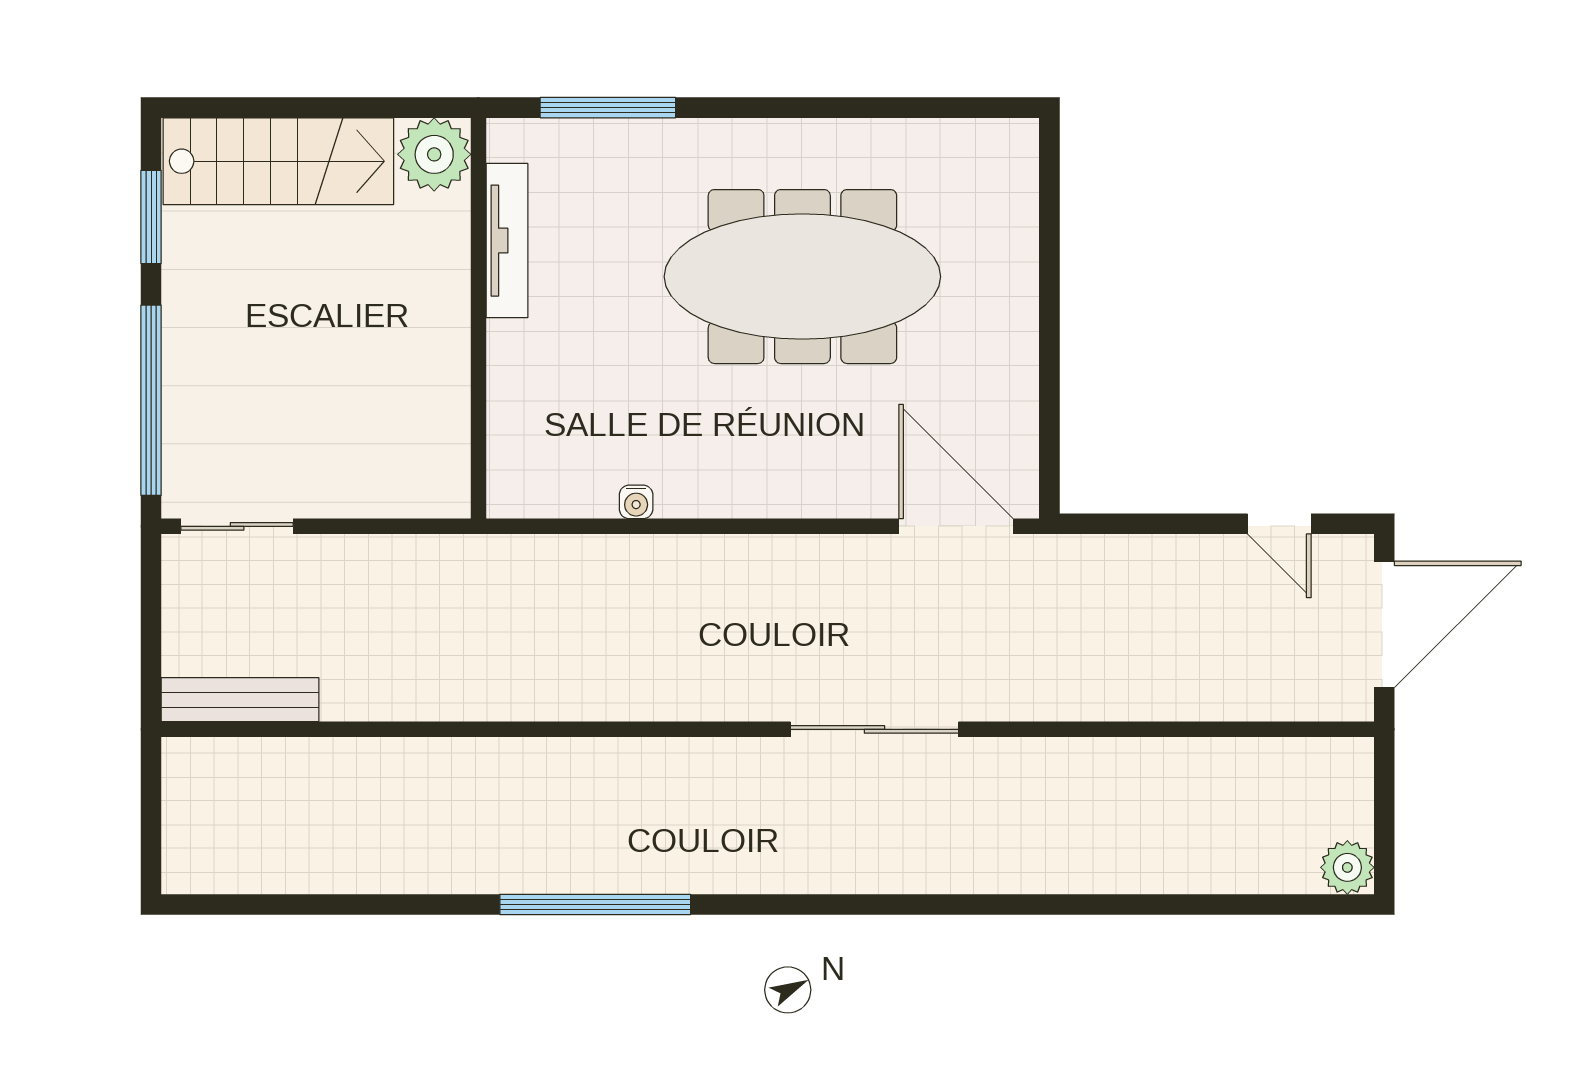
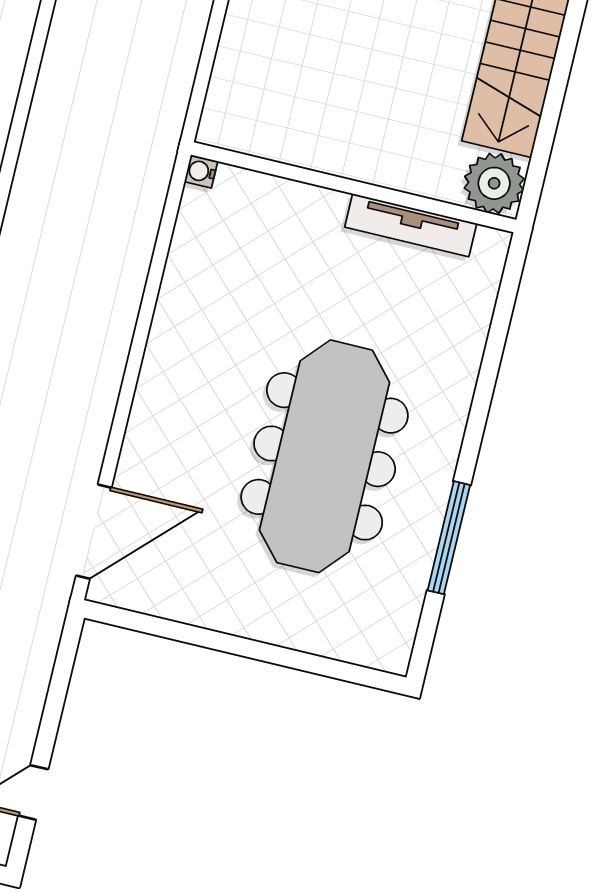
window: (608, 108) -> (449, 538), moved
water cooler: (636, 502) -> (201, 171), moved

